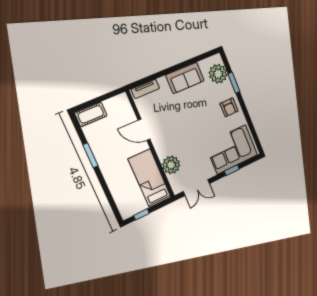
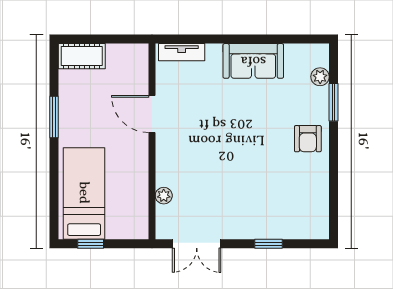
plant: (218, 74) -> (320, 77), width x0.53, depth x0.53
corner sofa: (231, 149) -> (282, 209), removed
plant: (171, 165) -> (164, 196), width x0.53, depth x0.53
bed: (150, 178) -> (84, 193), moved

